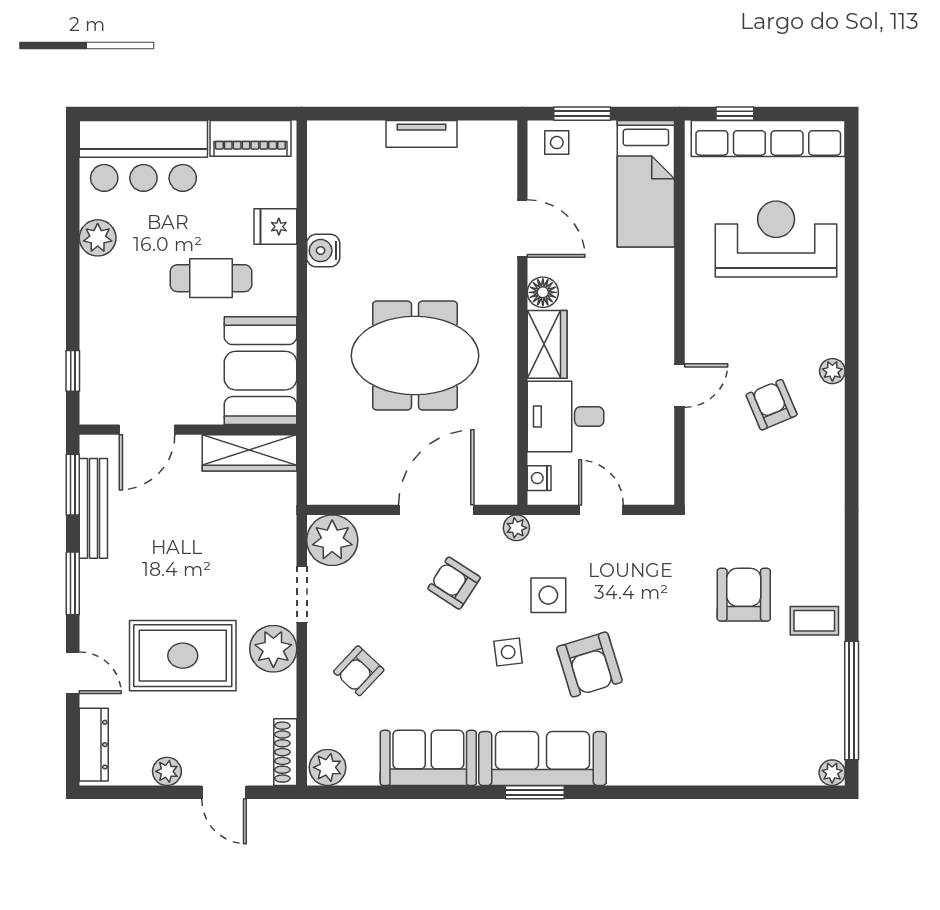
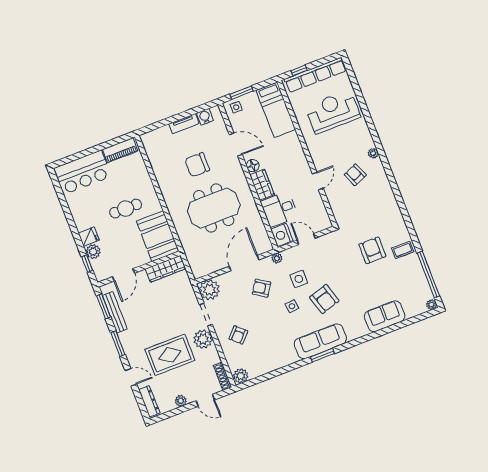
fridge: (275, 227) -> (89, 237), moved, turned 180
plant: (98, 238) -> (93, 252), moved
chair: (416, 241) -> (197, 165), added
water cooler: (323, 251) -> (205, 117), moved, turned 90
nightstand: (539, 478) -> (282, 235), width x1.89, depth x1.79
sofa: (428, 758) -> (385, 316), moved

